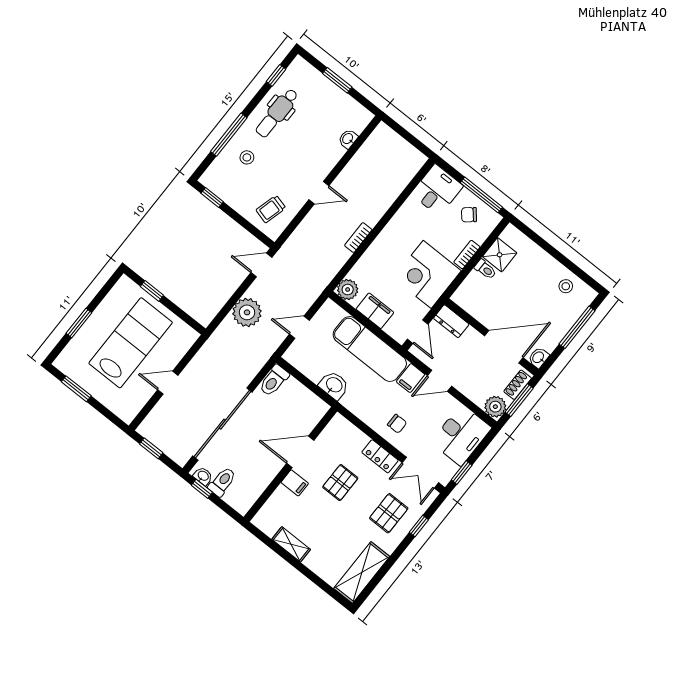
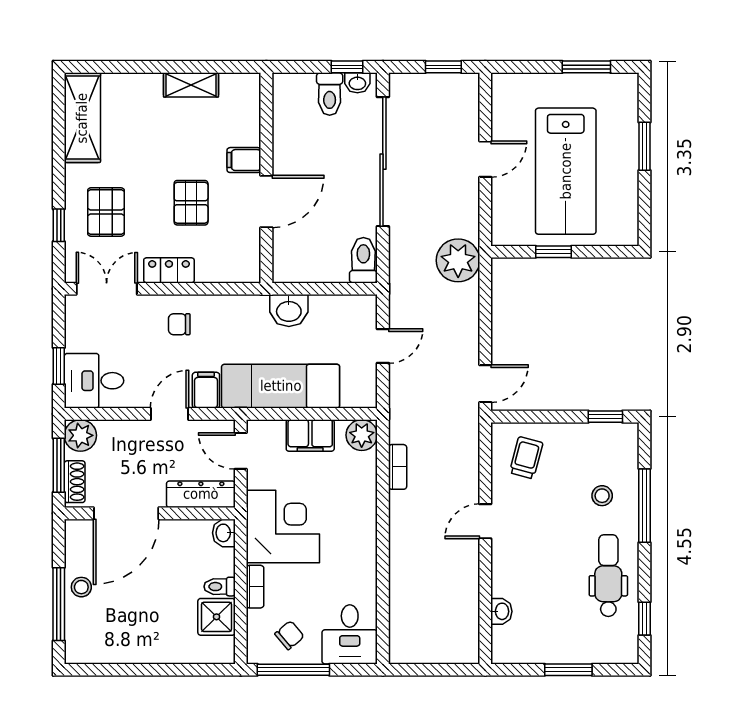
bookcase: (358, 238) -> (398, 467), moved
stool: (566, 286) -> (81, 587), moved
window: (152, 291) -> (553, 252), moved
plant: (247, 312) -> (458, 260), moved
dresser: (451, 321) -> (201, 494), width x1.44
washbasin: (538, 358) -> (224, 533), moved, turned 180
desk: (461, 435) -> (94, 381), width x0.73
window: (462, 472) -> (59, 366), moved

